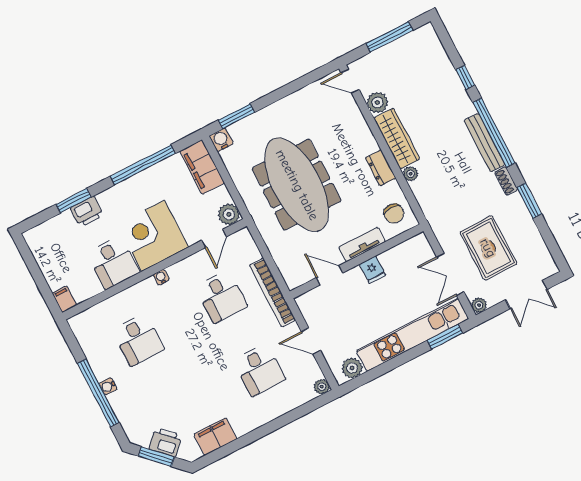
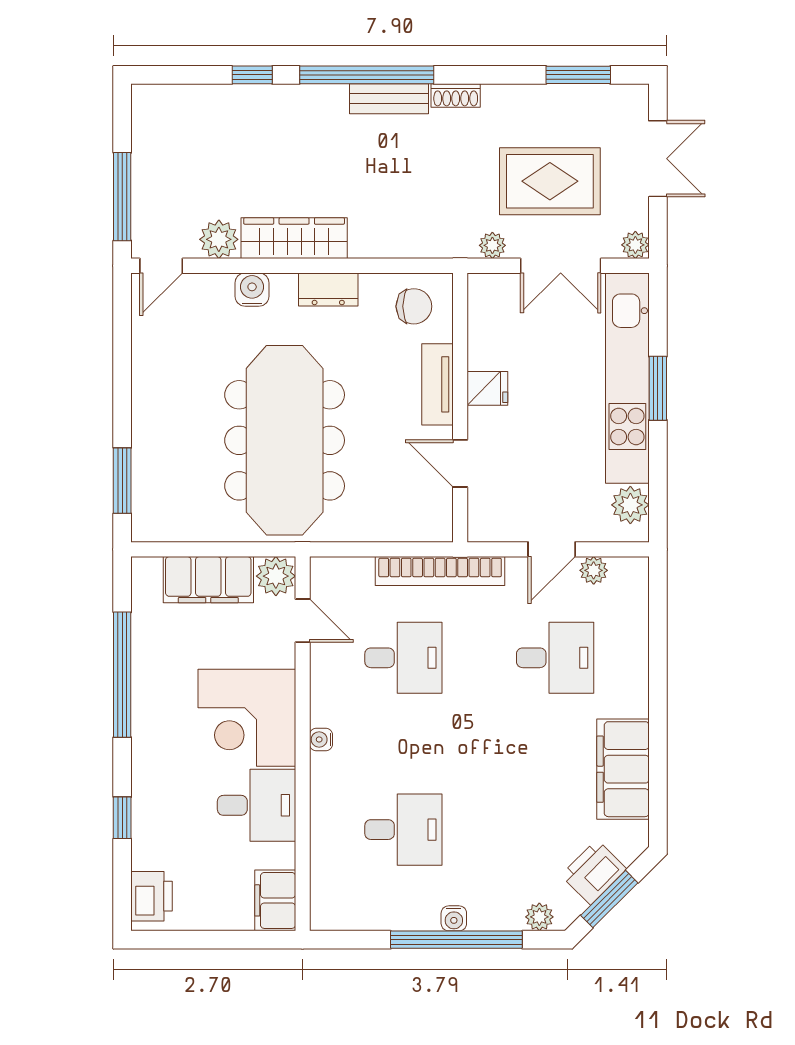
window: (389, 37) -> (122, 197), moved
water cooler: (221, 140) -> (252, 290), moved, turned 90
bench: (484, 143) -> (389, 99), width x0.73
filing cabinet: (202, 167) -> (208, 580), moved
plant: (411, 174) -> (492, 245), moved
meeting table: (297, 185) -> (285, 440), turned 90
window: (73, 201) -> (122, 818), width x0.67
window: (529, 201) -> (578, 75), moved
printer: (87, 212) -> (152, 896), moved
door: (329, 275) -> (460, 463), hinge flipped
filing cabinet: (64, 299) -> (275, 900), width x2.00
window: (445, 337) -> (658, 388), moved
plant: (322, 387) -> (594, 570), moved
plant: (130, 427) -> (539, 917), added
filing cabinet: (215, 437) -> (623, 769), width x1.50, depth x1.17

